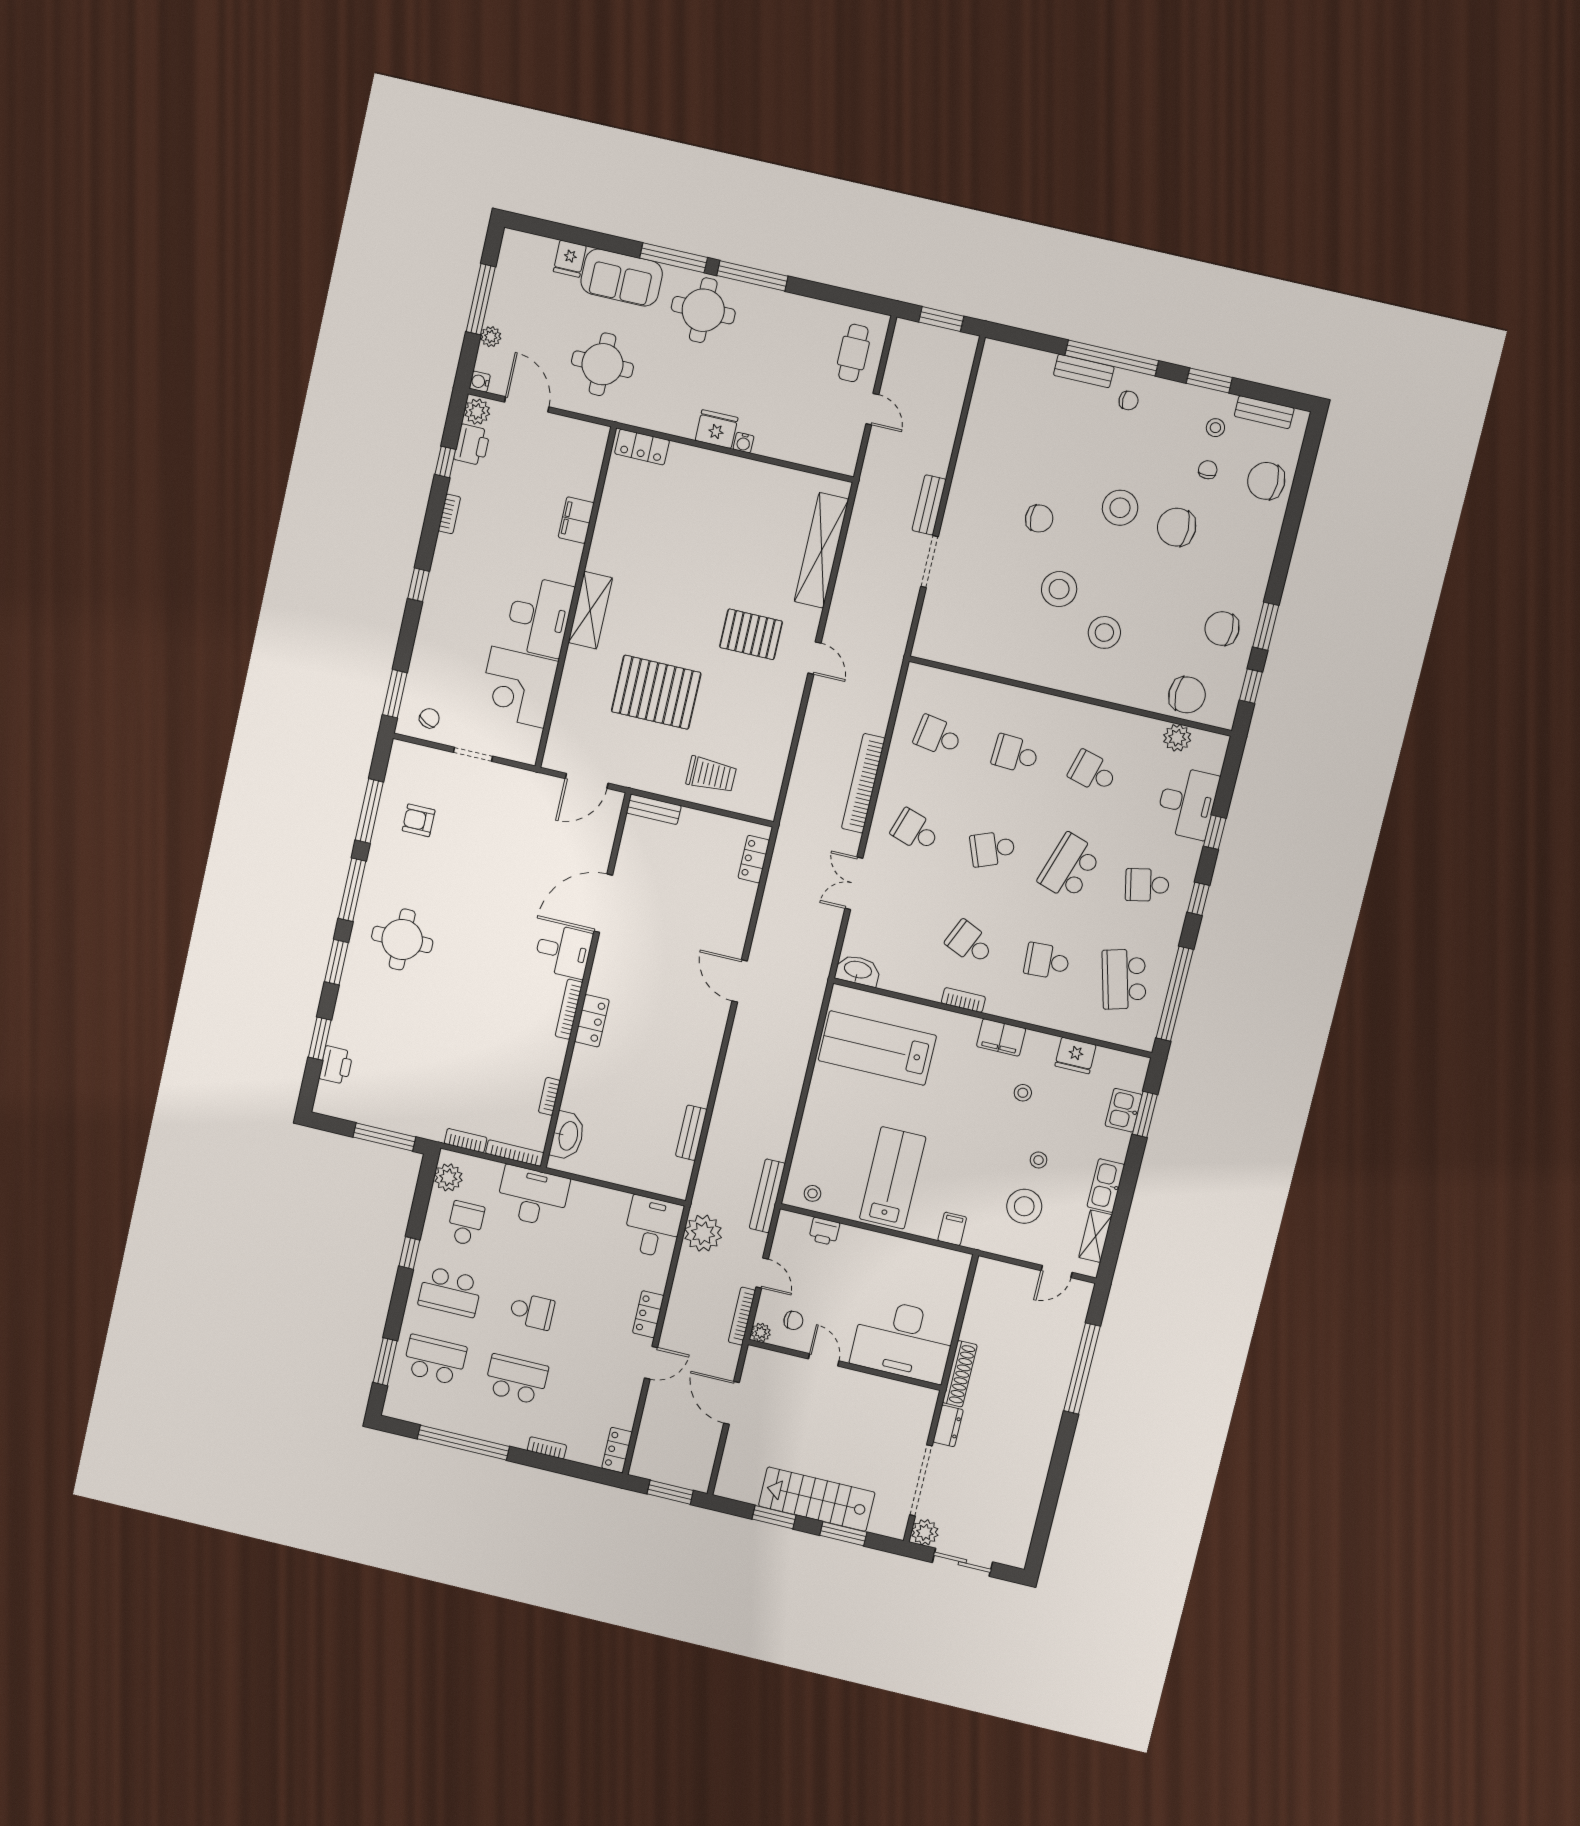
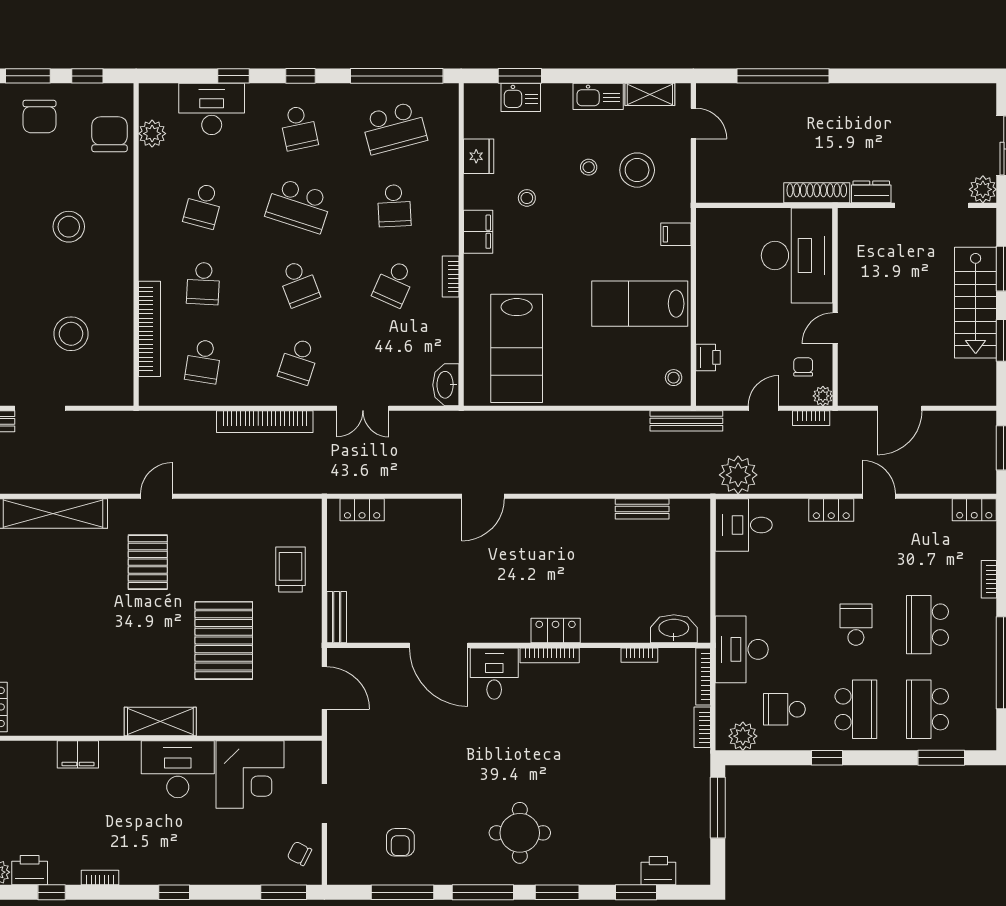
stool: (1059, 589) -> (71, 334), moved
bookcase: (983, 690) -> (149, 329), added
bookcase: (742, 1316) -> (811, 418), width x0.64

